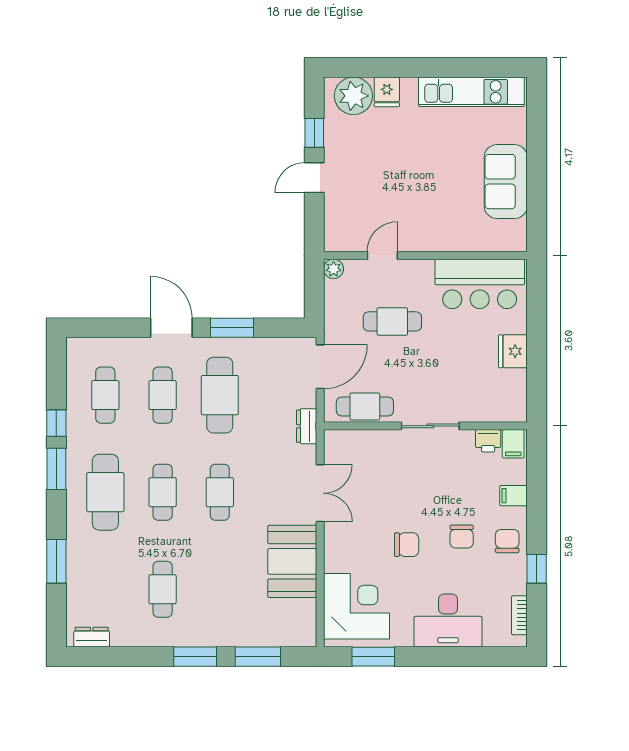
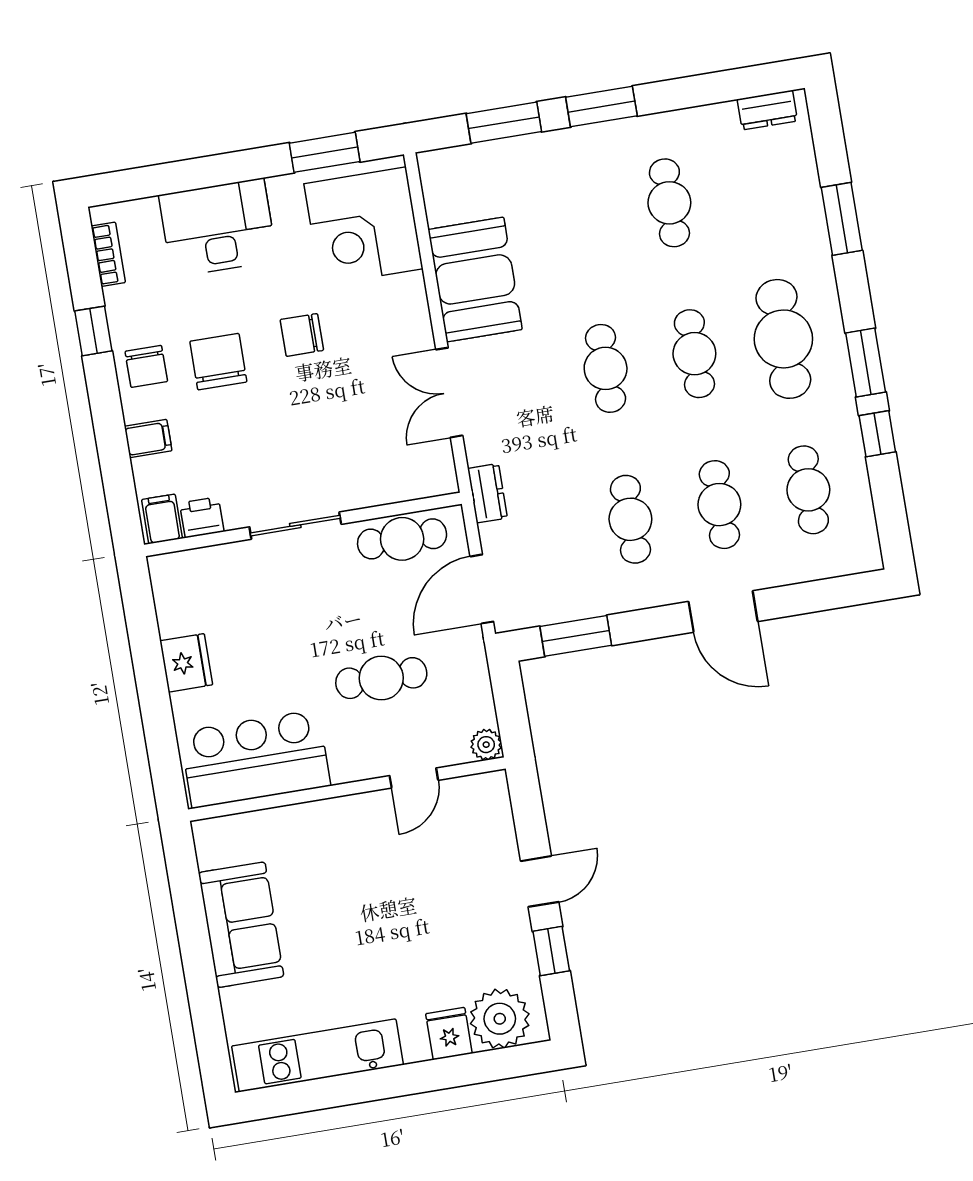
window: (232, 328) -> (576, 636), moved
cafe table: (220, 395) -> (630, 519), width x0.73, depth x0.74
chair: (462, 537) -> (218, 362), width x1.37, depth x1.37

